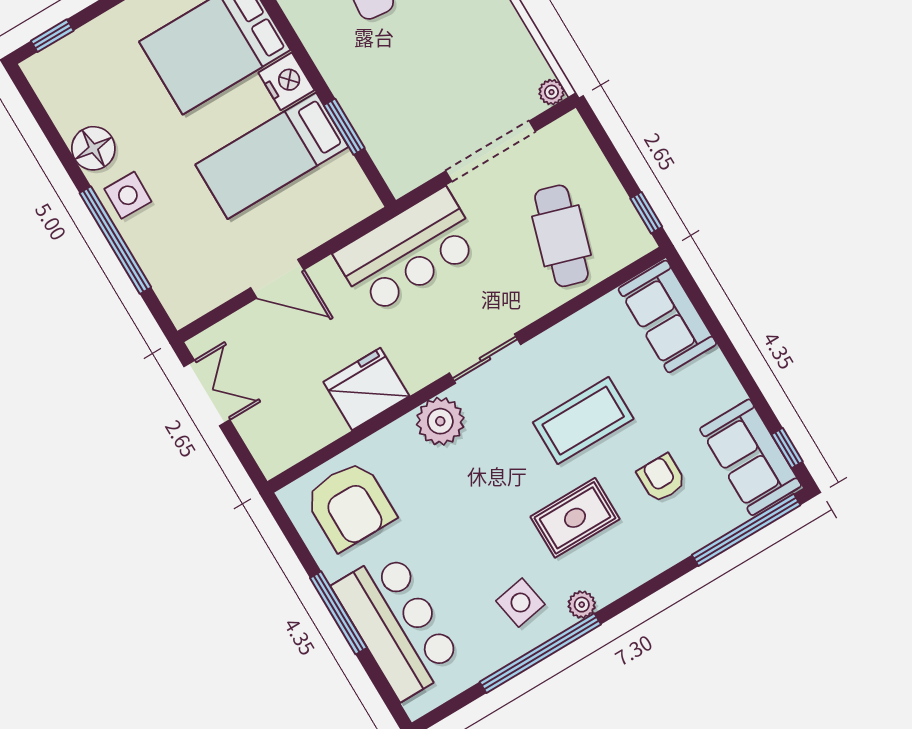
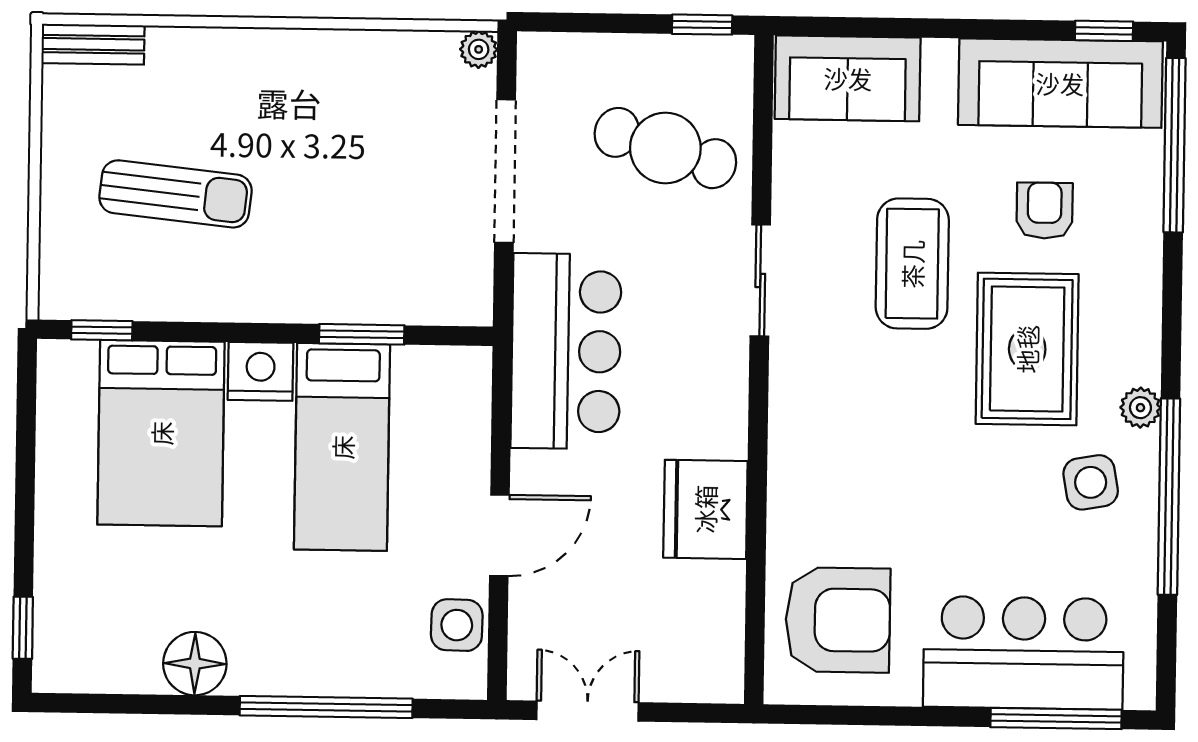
side table: (128, 195) -> (457, 625), moved
sliding door: (485, 359) -> (760, 280), moved
plant: (440, 421) -> (803, 442), removed
sofa: (751, 457) -> (1060, 83), width x1.36
armchair: (662, 478) -> (1045, 211), turned 90
rug: (575, 518) -> (1027, 349), width x1.36, depth x1.43
window: (338, 613) -> (1056, 718), moved

